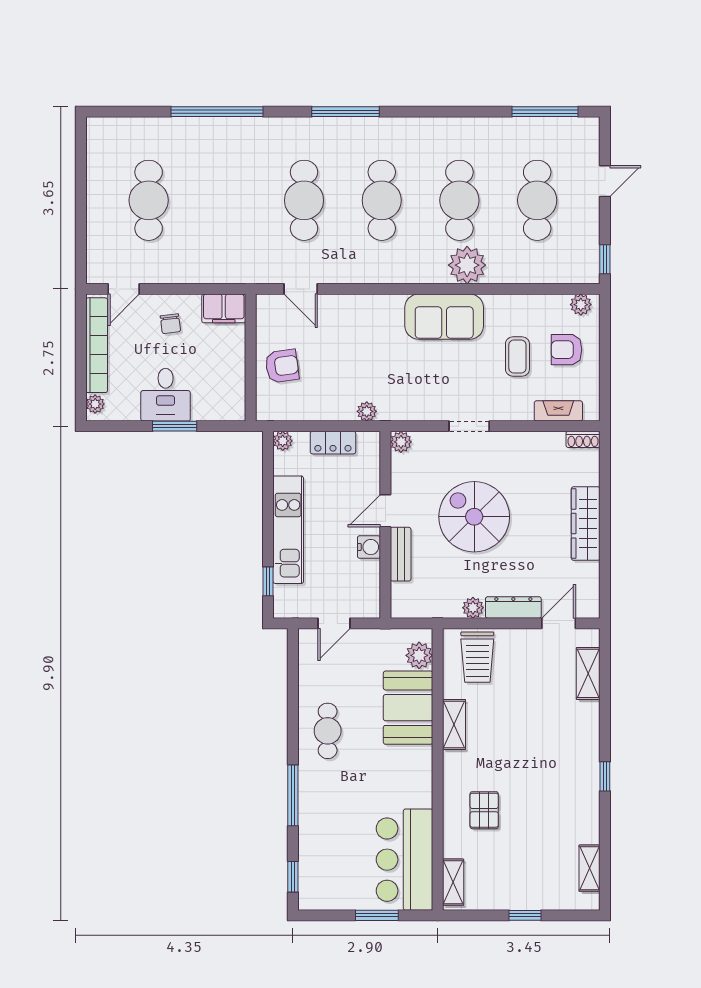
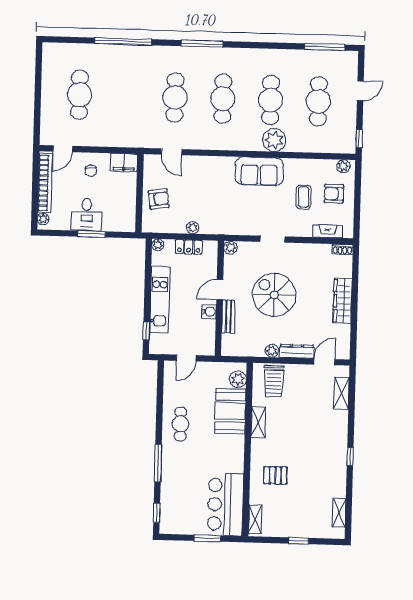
plant: (367, 411) -> (193, 228), moved
pallet: (484, 810) -> (275, 475), turned 90

